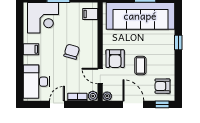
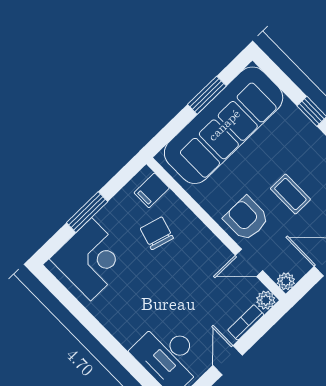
filing cabinet: (31, 49) -> (117, 319), removed
chair: (72, 52) -> (157, 233), moved
armchair: (115, 59) -> (246, 219), turned 180

